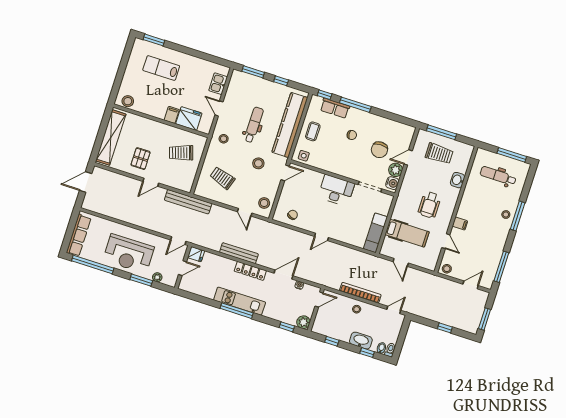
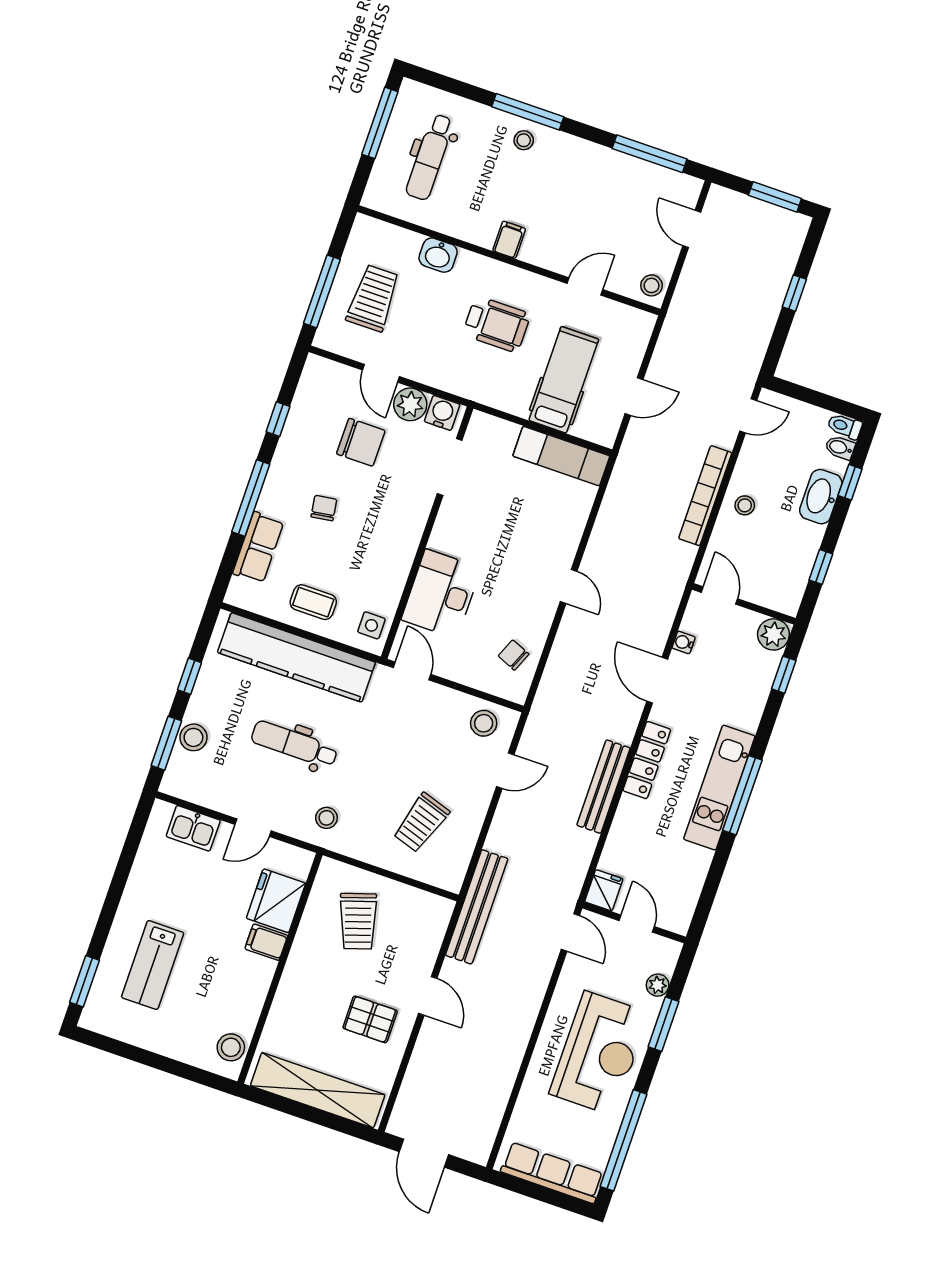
window: (325, 95) -> (278, 419), moved
stool: (258, 163) -> (193, 737), moved
desk: (336, 190) -> (441, 594), moved
filing cabinet: (460, 224) -> (509, 240), moved
door: (394, 310) -> (748, 416), swing flipped

